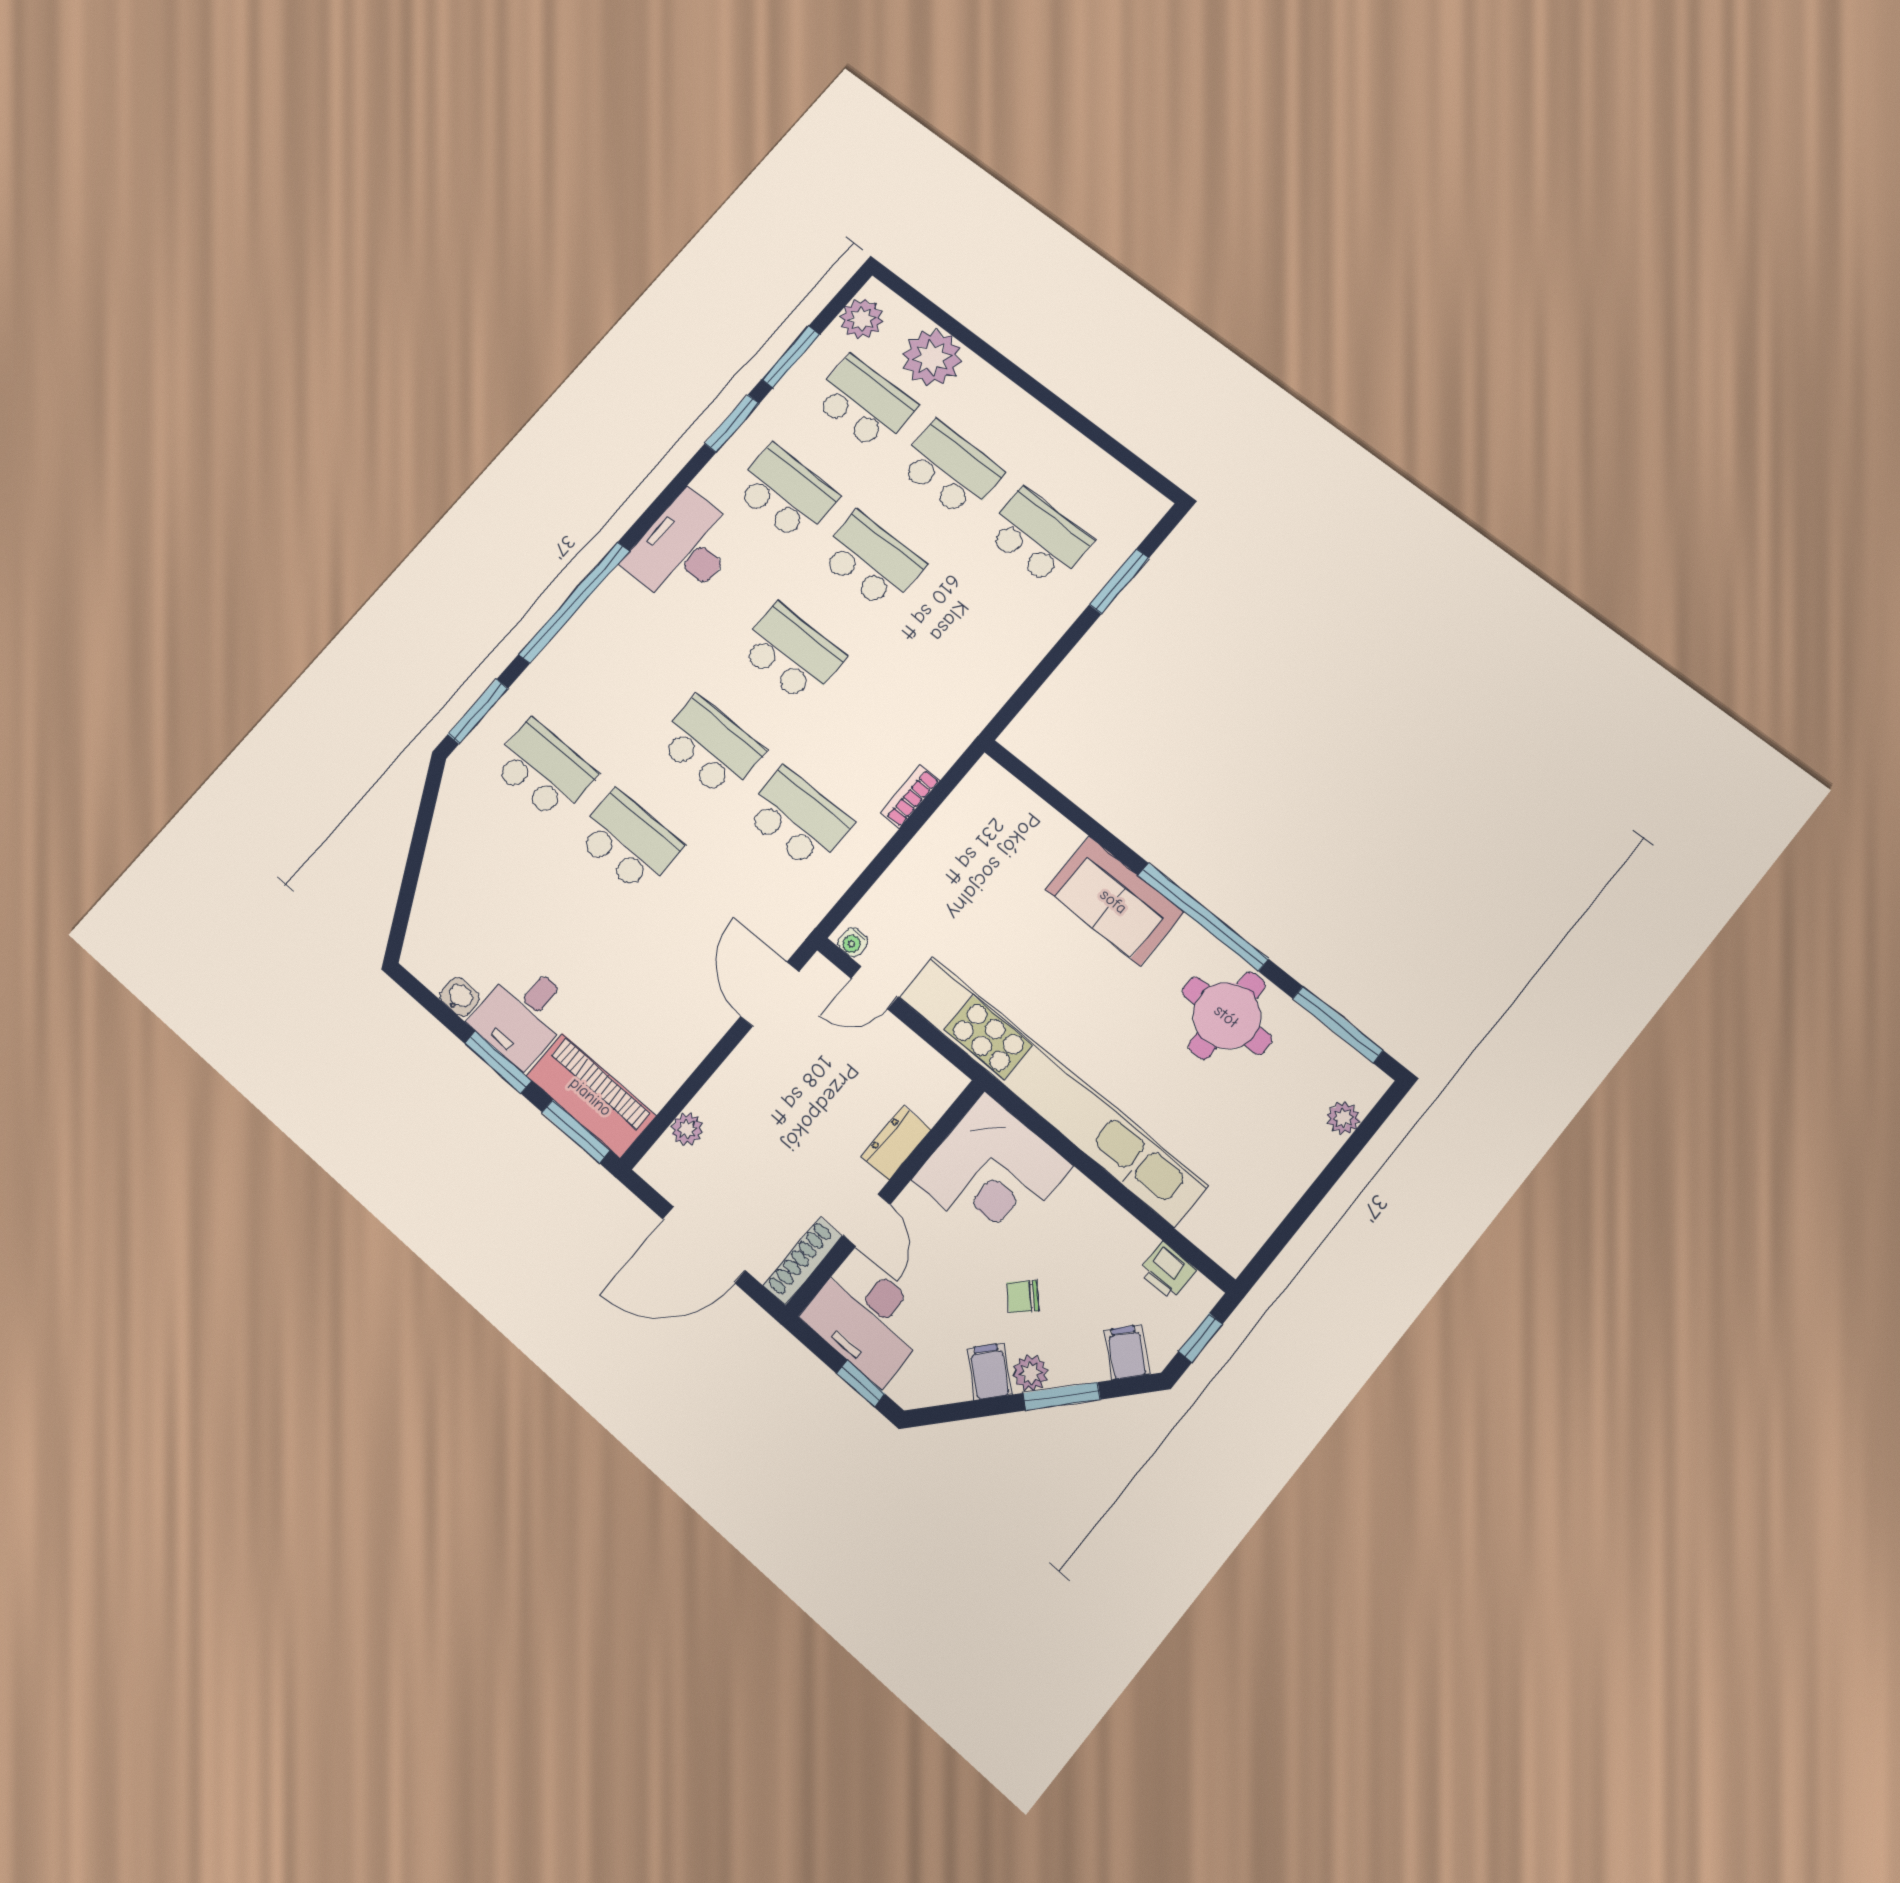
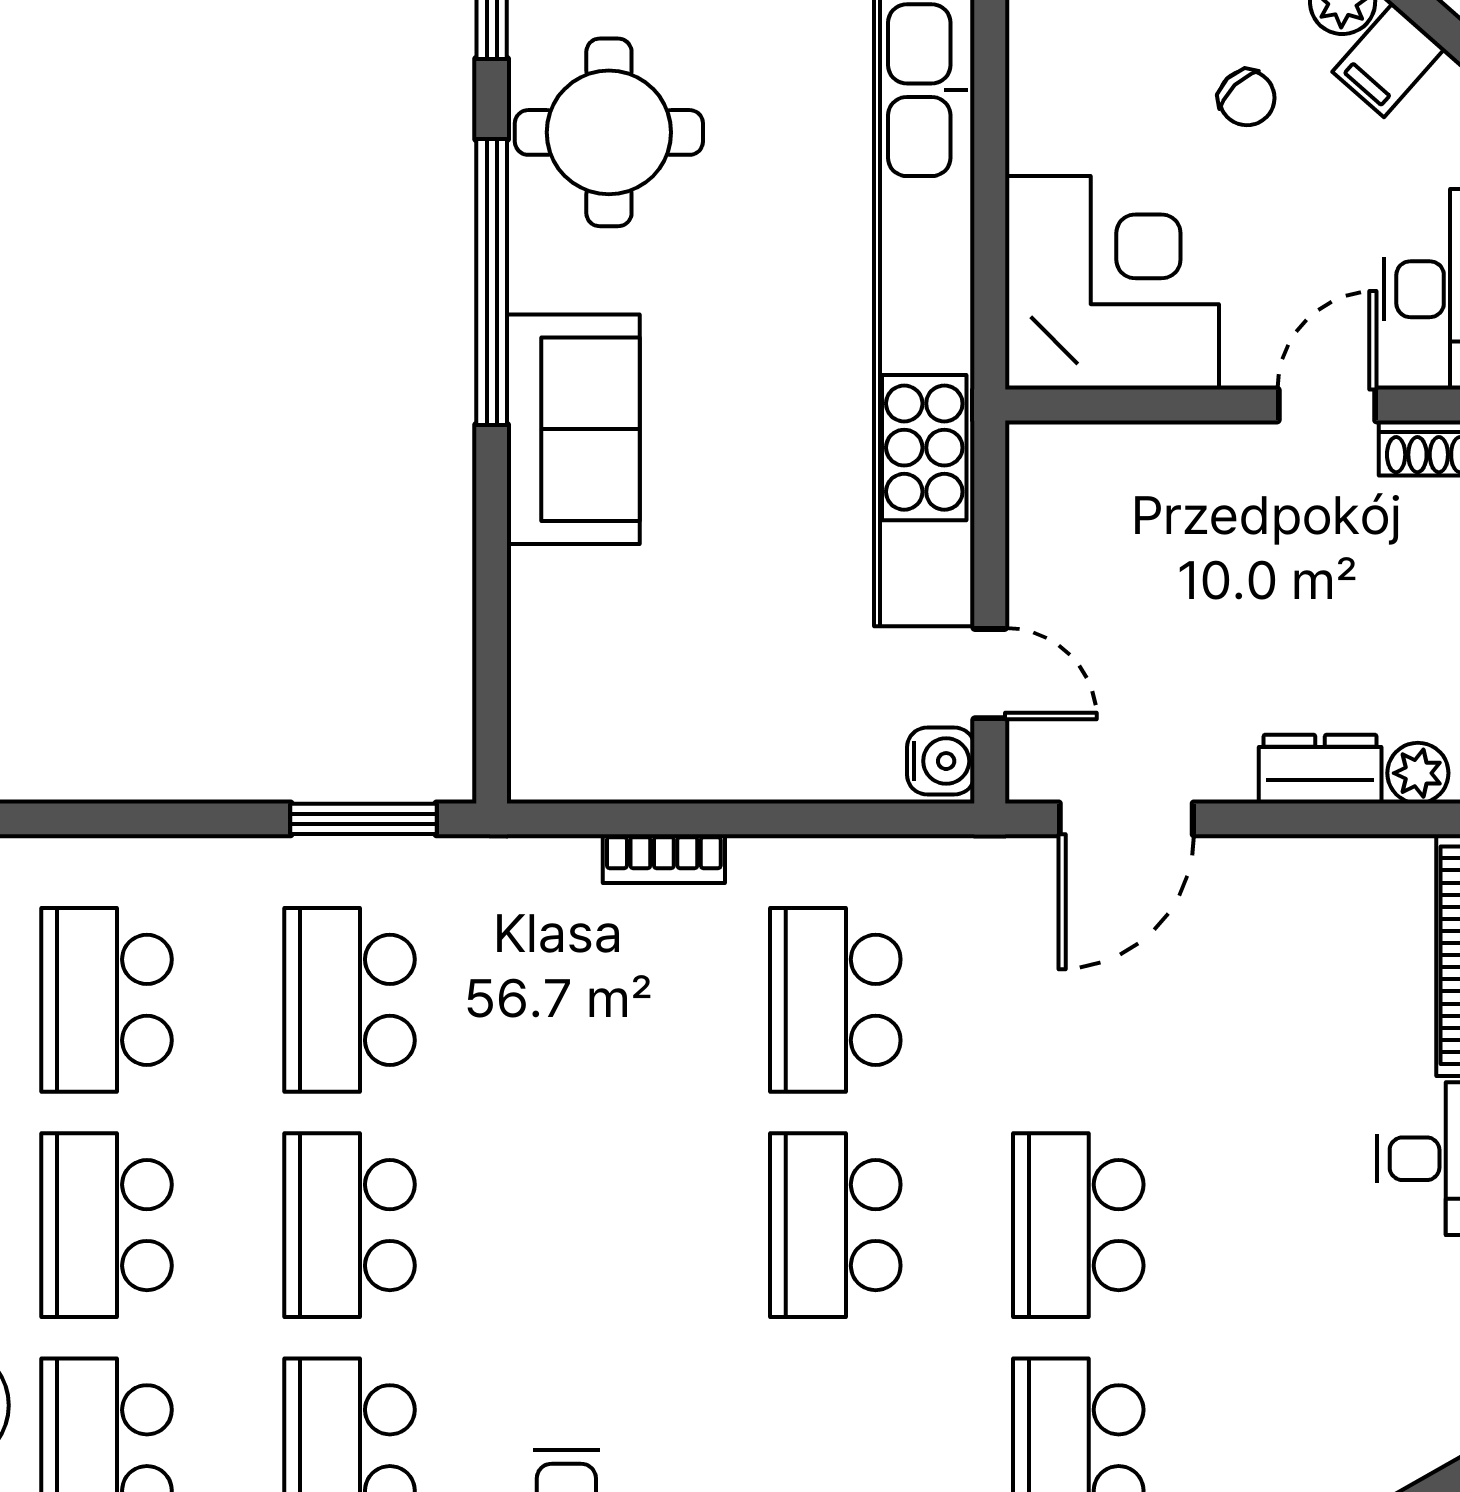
window: (1119, 581) -> (364, 819), moved
school desk: (791, 653) -> (349, 1000), moved
water cooler: (853, 942) -> (941, 761), width x1.38, depth x1.38
dresser: (896, 1143) -> (1320, 769), moved, turned 180

